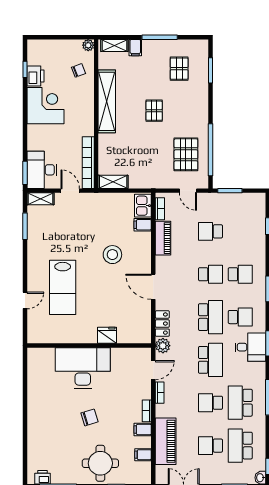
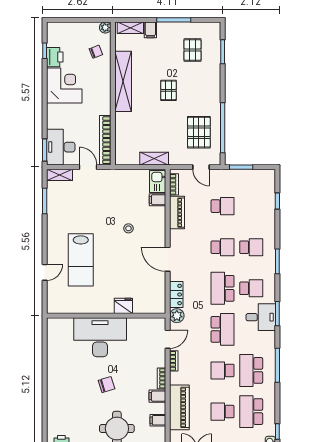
shelving: (113, 182) -> (154, 159), moved
school desk: (210, 231) -> (223, 206), turned 180
stool: (112, 255) -> (128, 228), width x0.53, depth x0.53
school desk: (210, 317) -> (223, 288), turned 180

